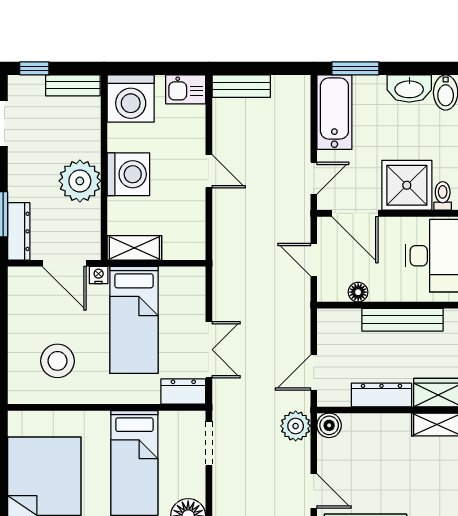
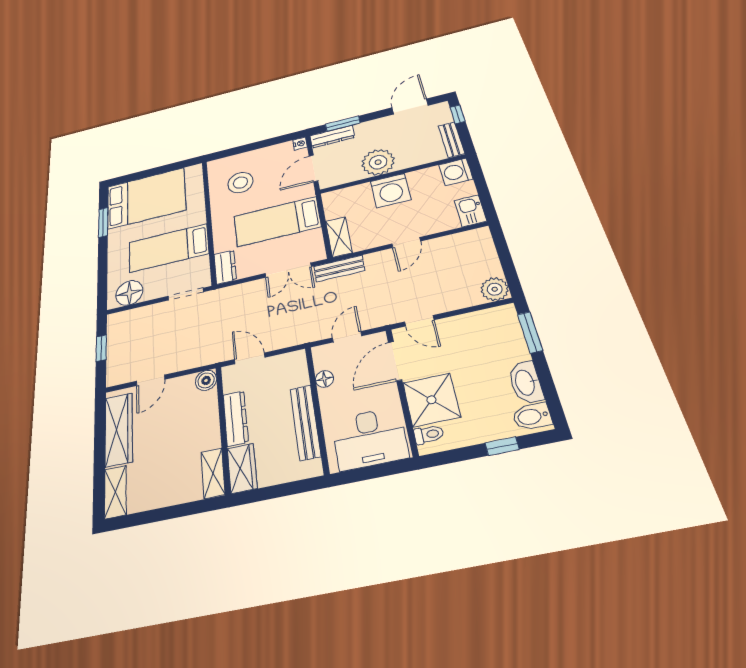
bench: (241, 86) -> (339, 269), moved, turned 90
washing machine: (131, 98) -> (456, 172), width x0.73, depth x0.73
bathtub: (334, 112) -> (484, 324), removed
shelving: (134, 248) -> (339, 237), moved
nightstand: (99, 275) -> (300, 144), moved
double door: (209, 350) -> (288, 270), moved
plant: (296, 426) -> (495, 289), moved

